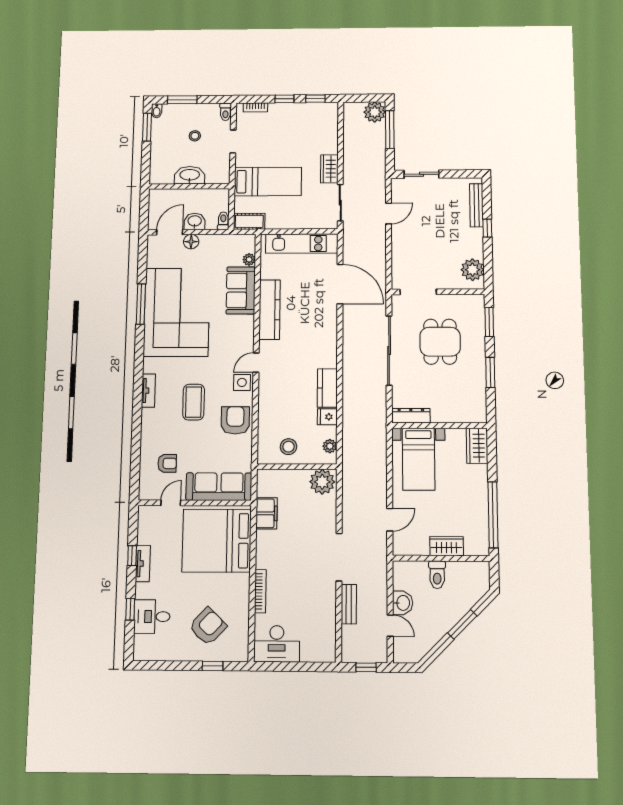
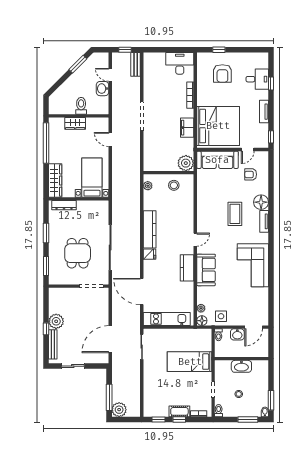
wardrobe: (329, 169) -> (149, 370), removed
sliding door: (422, 174) -> (73, 366), moved
door: (388, 213) -> (110, 339), width x1.87
cot: (249, 221) -> (179, 411), moved
floor lamp: (191, 242) -> (202, 321), moved
plant: (472, 270) -> (56, 321), moved
sofa: (241, 290) -> (206, 270), moved
window: (141, 304) -> (271, 279), removed
kitchen counter: (270, 310) -> (187, 268), width x0.67
corner sofa: (177, 312) -> (253, 265), width x0.73, depth x0.74
side table: (242, 382) -> (221, 316), moved
kitchen counter: (327, 388) -> (150, 229), width x1.50
dresser: (411, 416) -> (64, 205), moved
fridge: (327, 417) -> (149, 254), moved
floor lamp: (152, 420) -> (261, 202), added
armchair: (235, 420) -> (208, 202), removed
wardrobe: (477, 446) -> (55, 181), width x1.50
plant: (322, 482) -> (186, 163), moved
filing cabinet: (266, 513) -> (187, 128), moved
door: (390, 520) -> (110, 140), hinge flipped
window: (132, 556) -> (271, 137), moved
bench: (349, 604) -> (136, 64), moved
window: (462, 624) -> (78, 64), moved
armchair: (208, 626) -> (222, 73), turned -44

